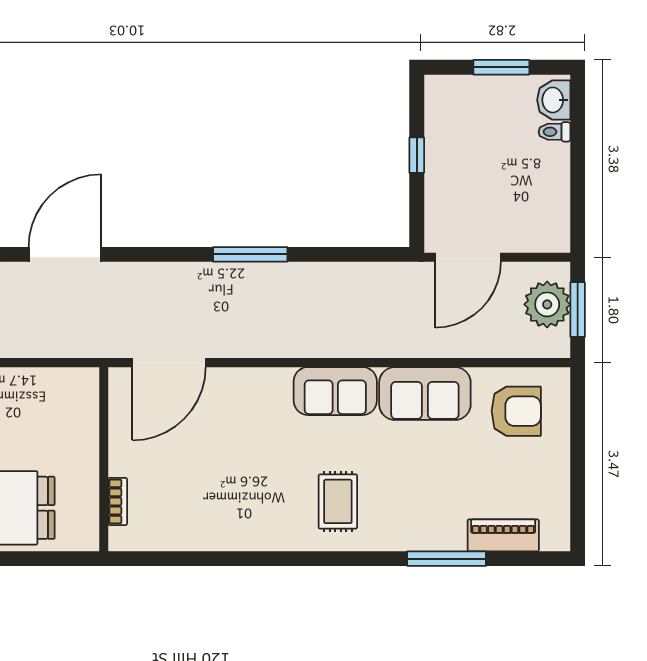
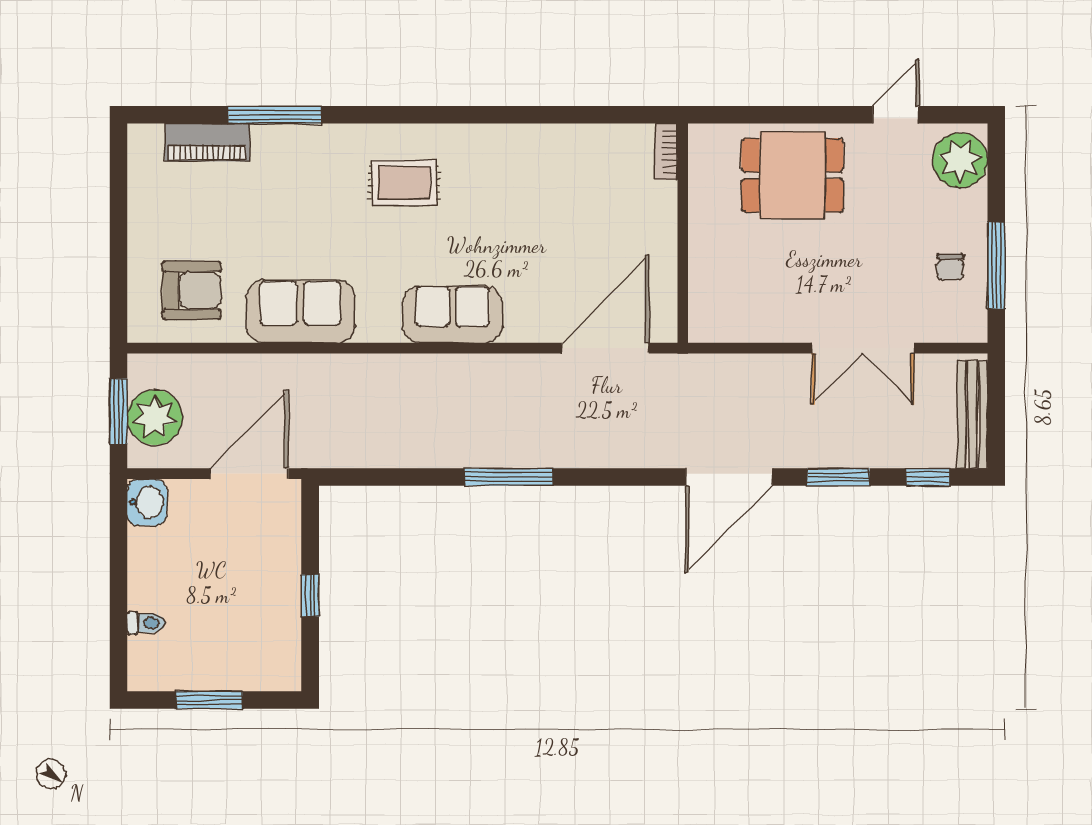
washbasin: (554, 100) -> (147, 502), moved
sofa: (335, 391) -> (453, 314), moved
armchair: (516, 411) -> (192, 290), turned 180
bookcase: (118, 501) -> (666, 152), moved
rug: (338, 501) -> (404, 183), turned 90

